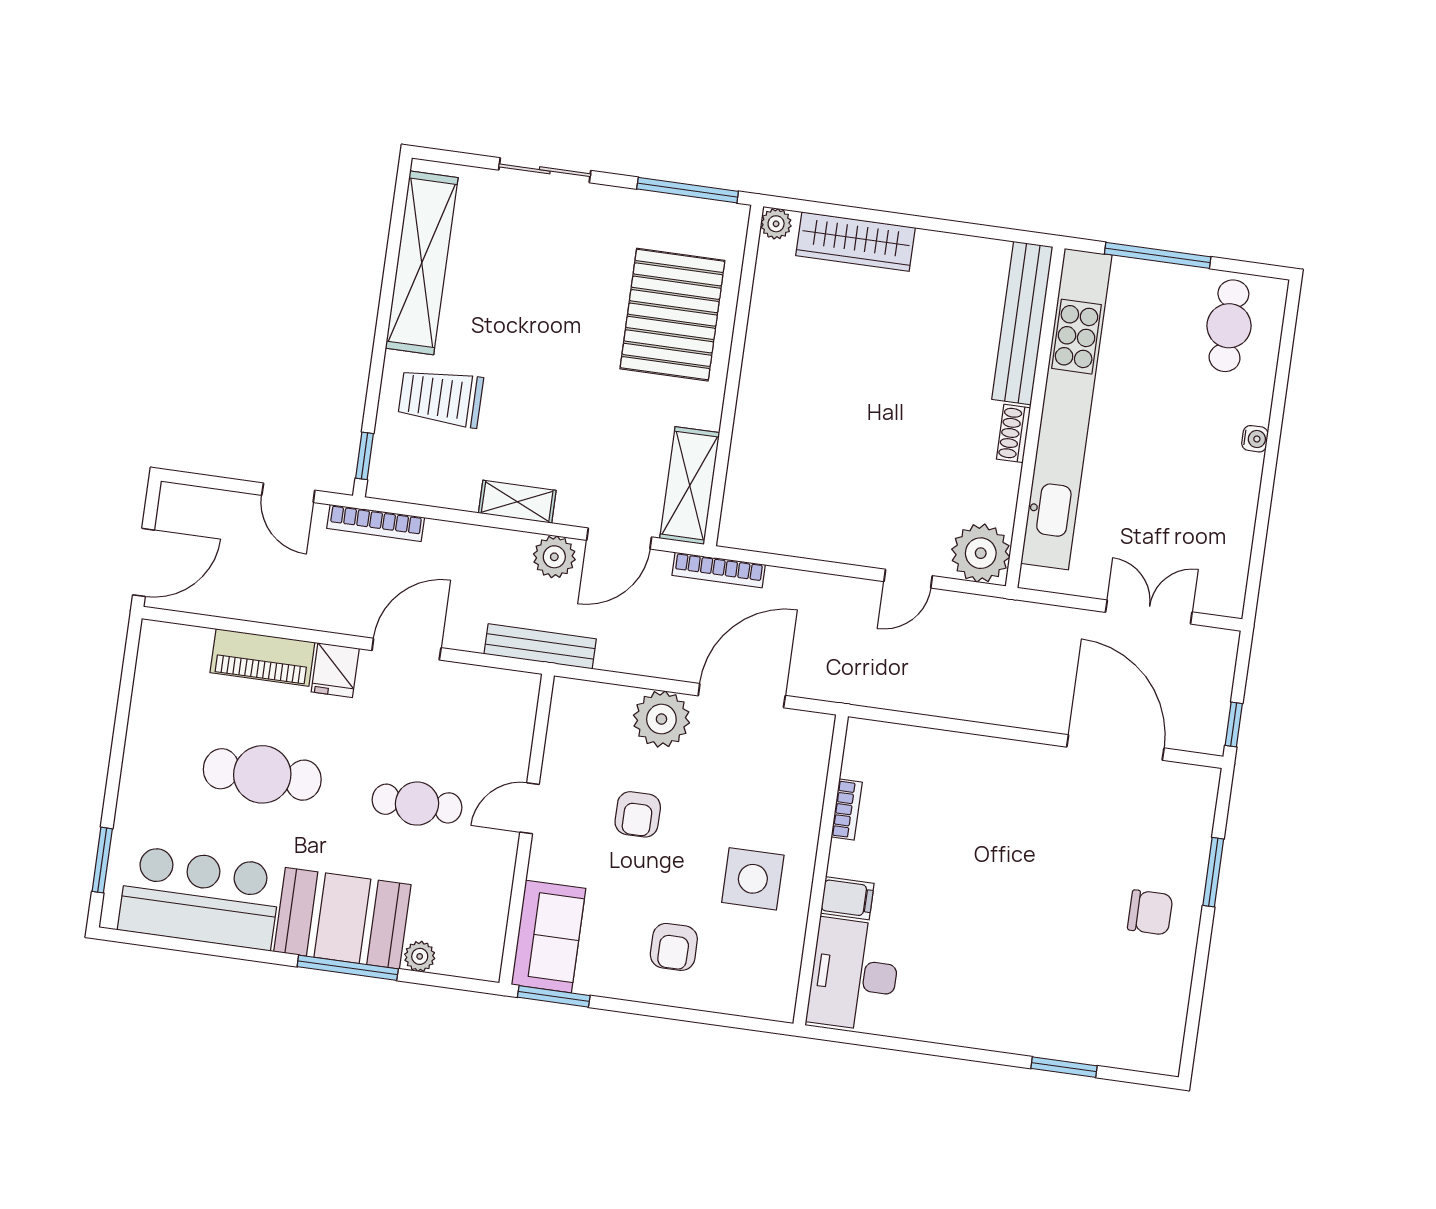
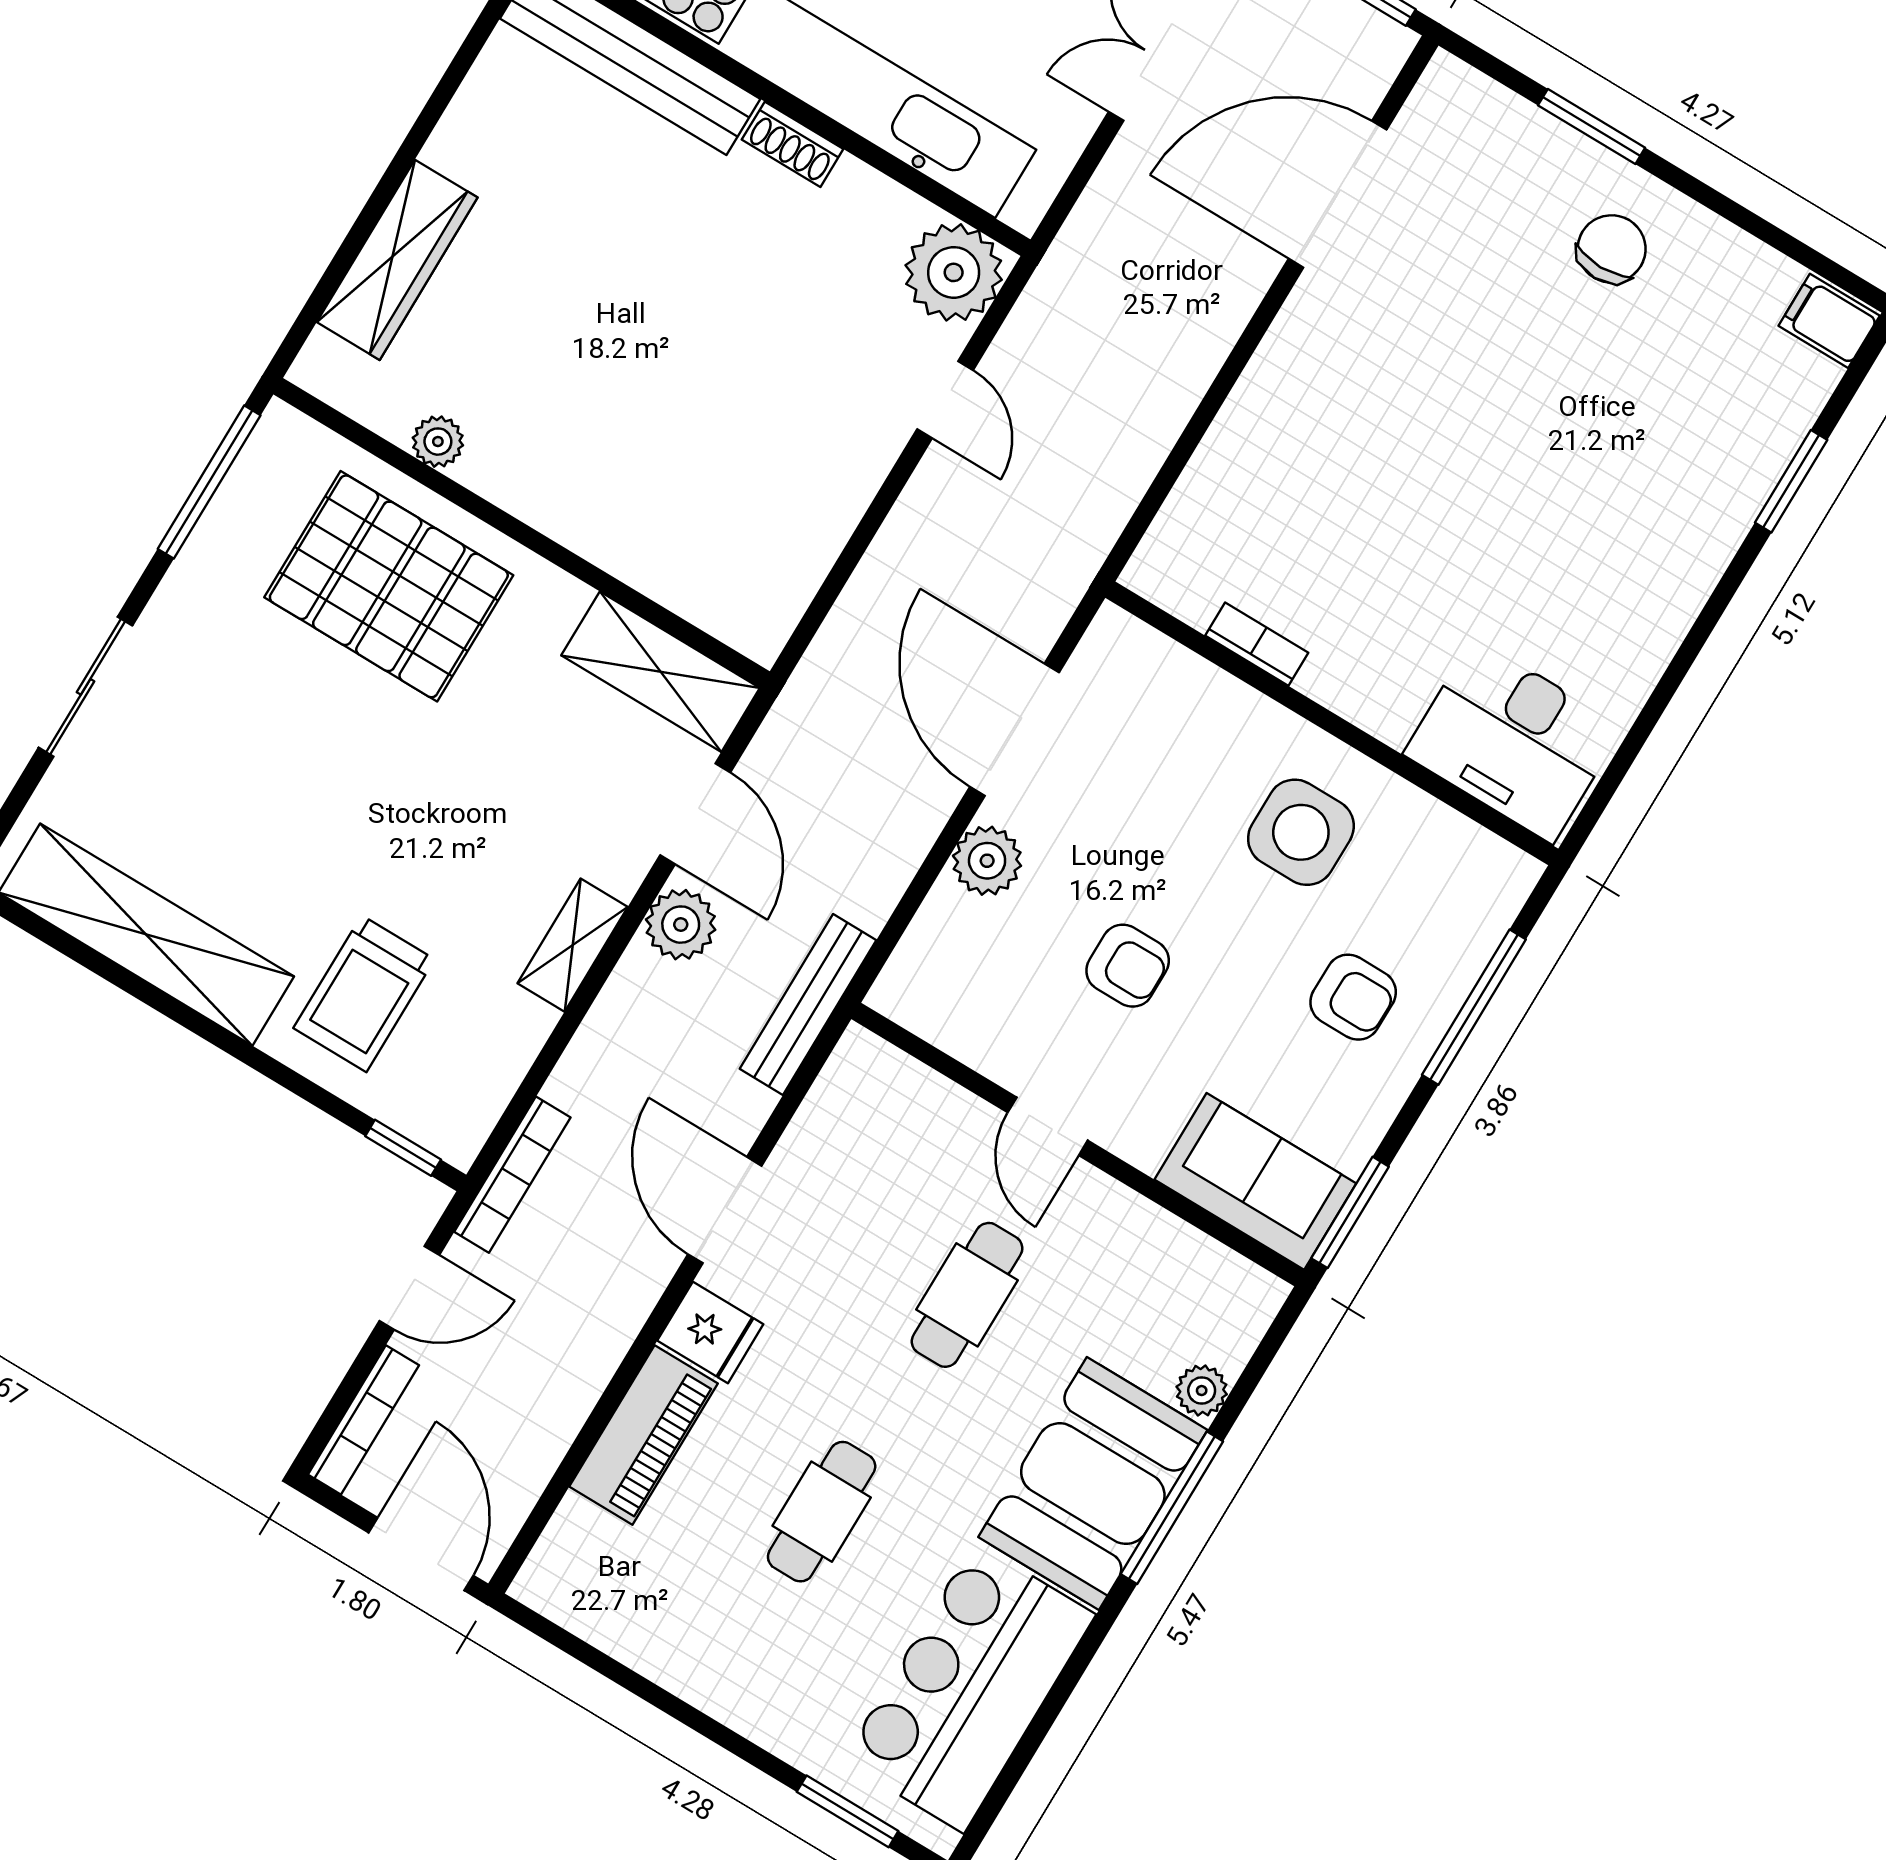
plant: (776, 224) -> (438, 442), moved
bookcase: (719, 570) -> (363, 1420), moved
plant: (661, 719) -> (987, 861), width x0.73, depth x0.73
cafe table: (262, 774) -> (822, 1512), width x0.73, depth x0.74
filing cabinet: (847, 898) -> (1829, 321), moved, turned -90
window: (697, 1016) -> (1474, 1007), added

